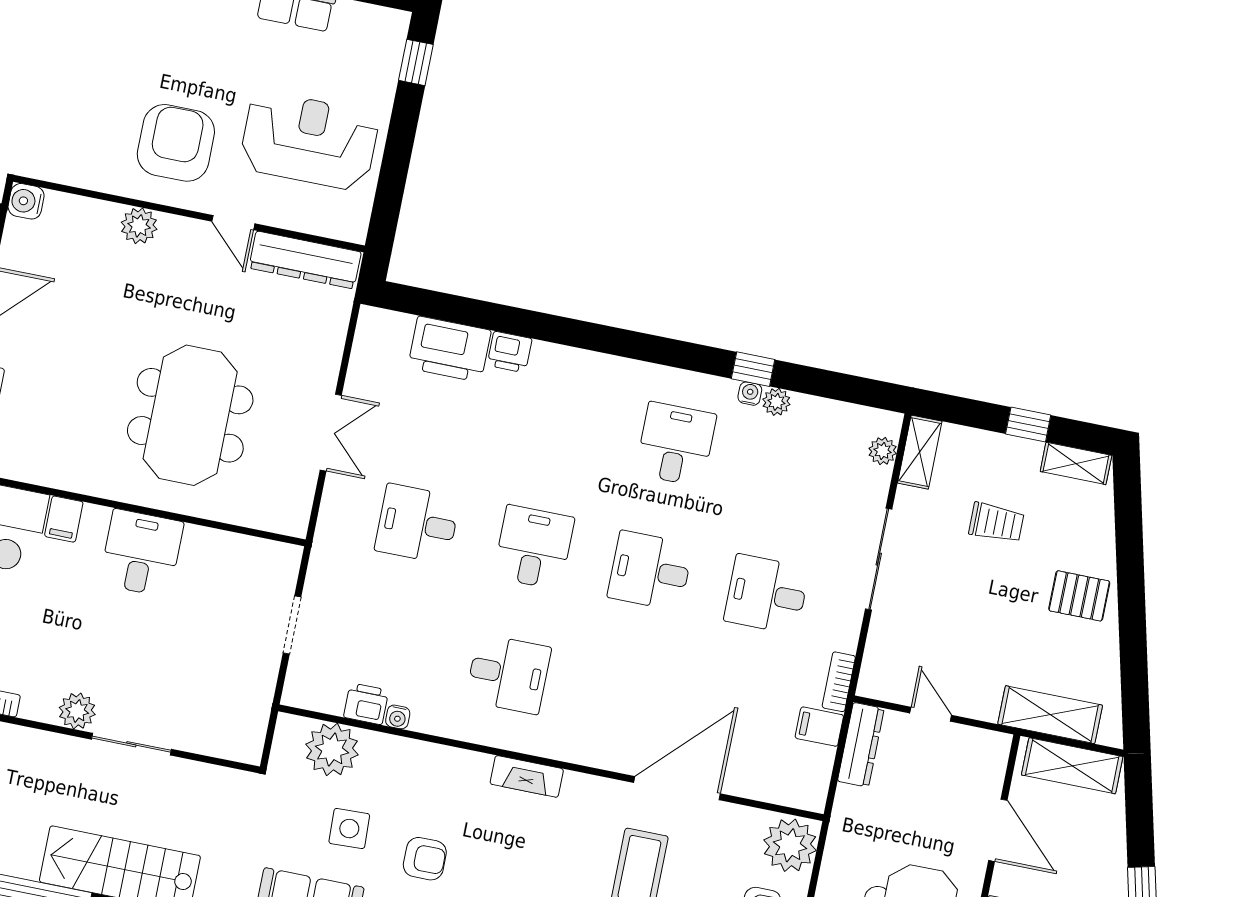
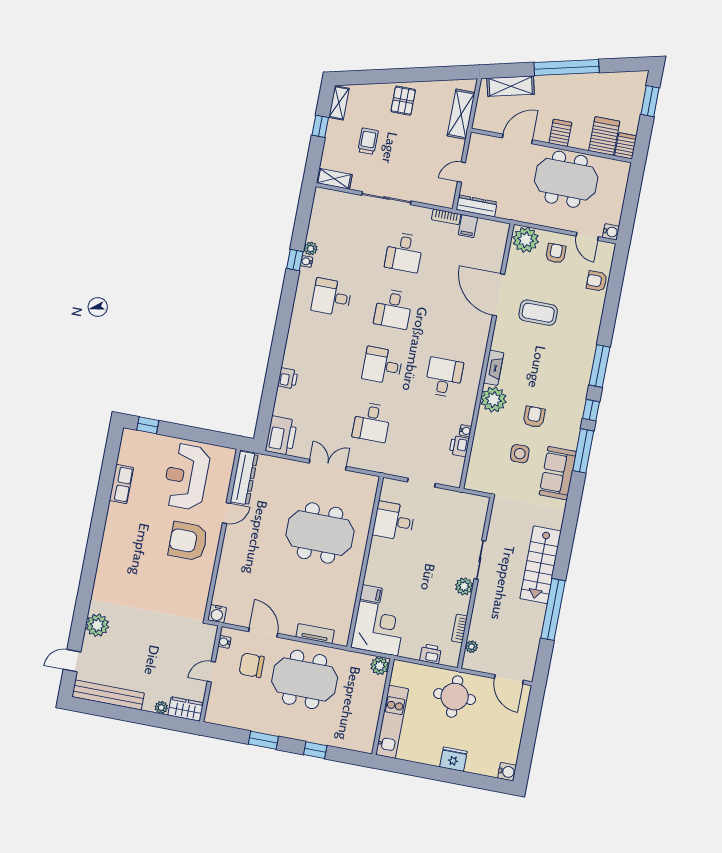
plant: (139, 226) -> (228, 559), removed
printer: (449, 349) -> (281, 436), moved
plant: (883, 451) -> (334, 197), removed
desk: (141, 553) -> (394, 521), moved
plant: (332, 750) -> (494, 400), moved
shelving: (1072, 766) -> (511, 86), moved, turned 76

